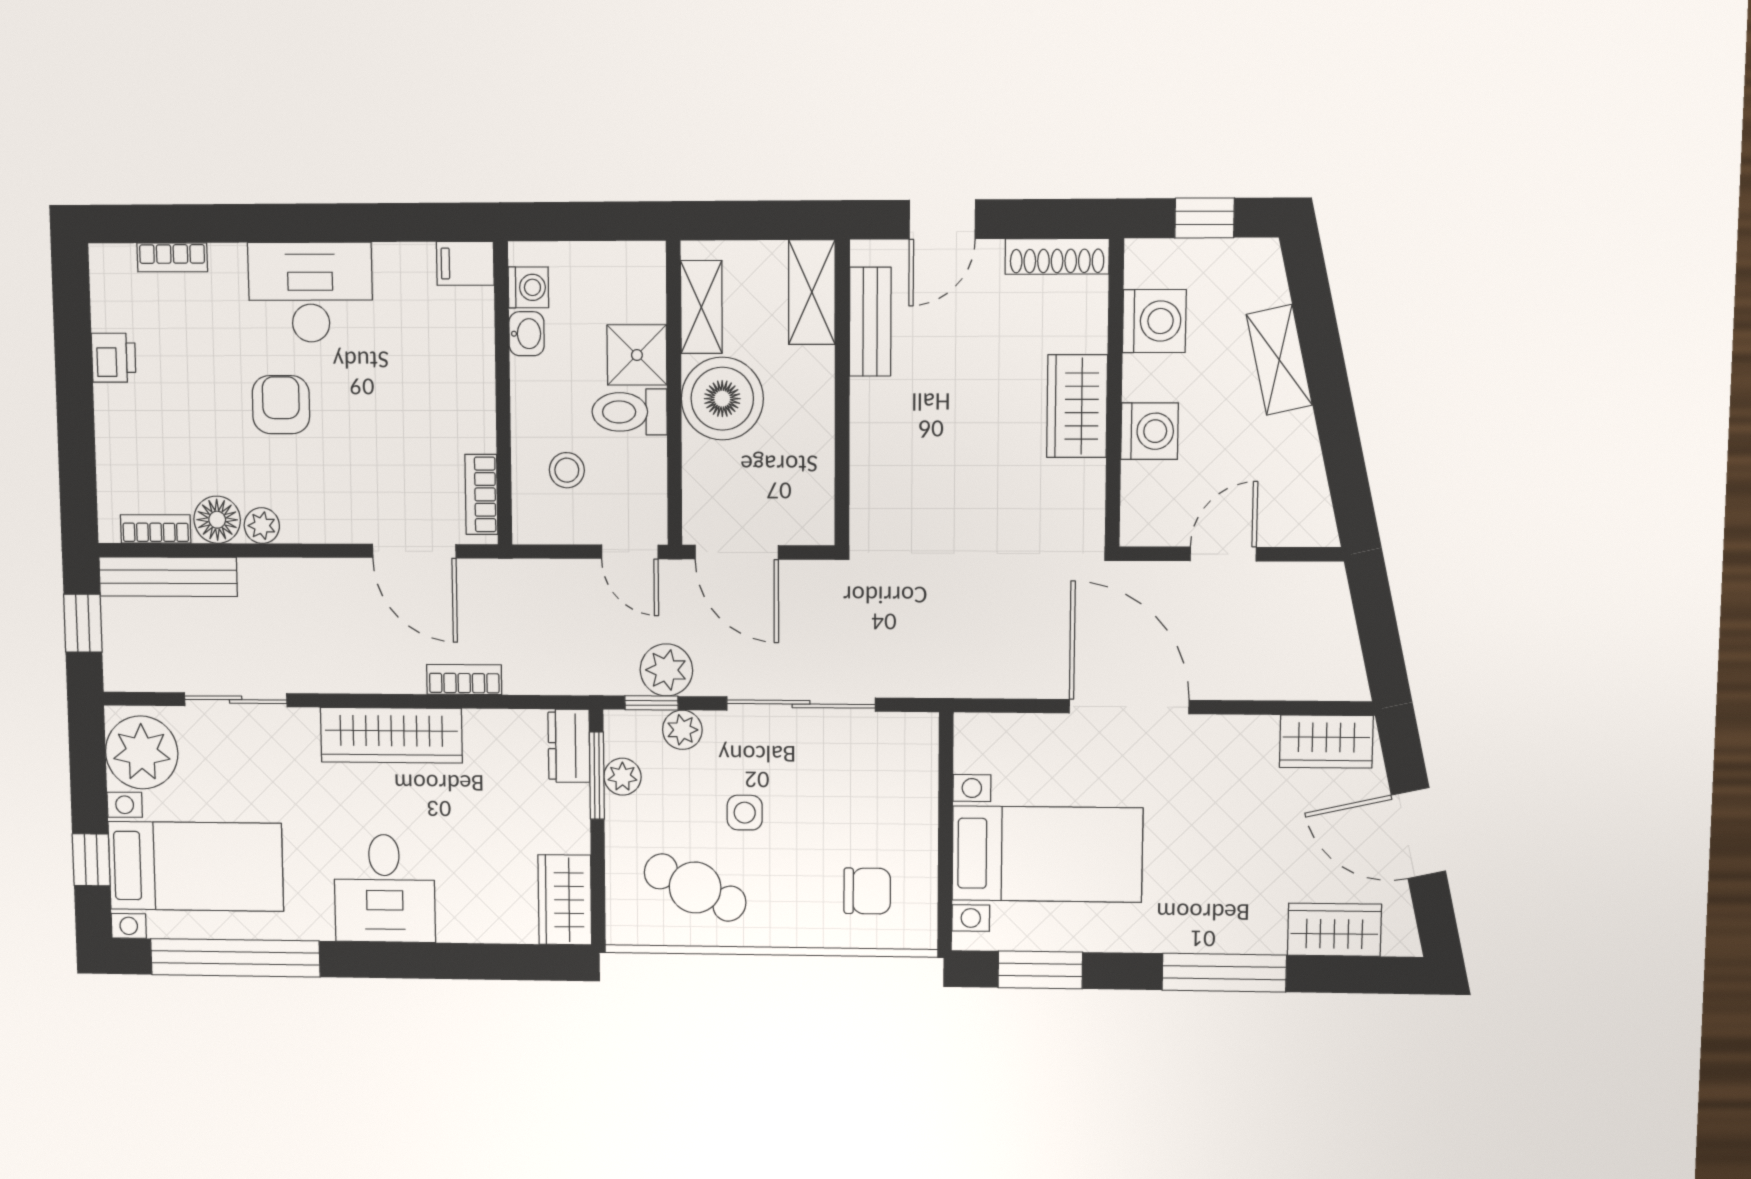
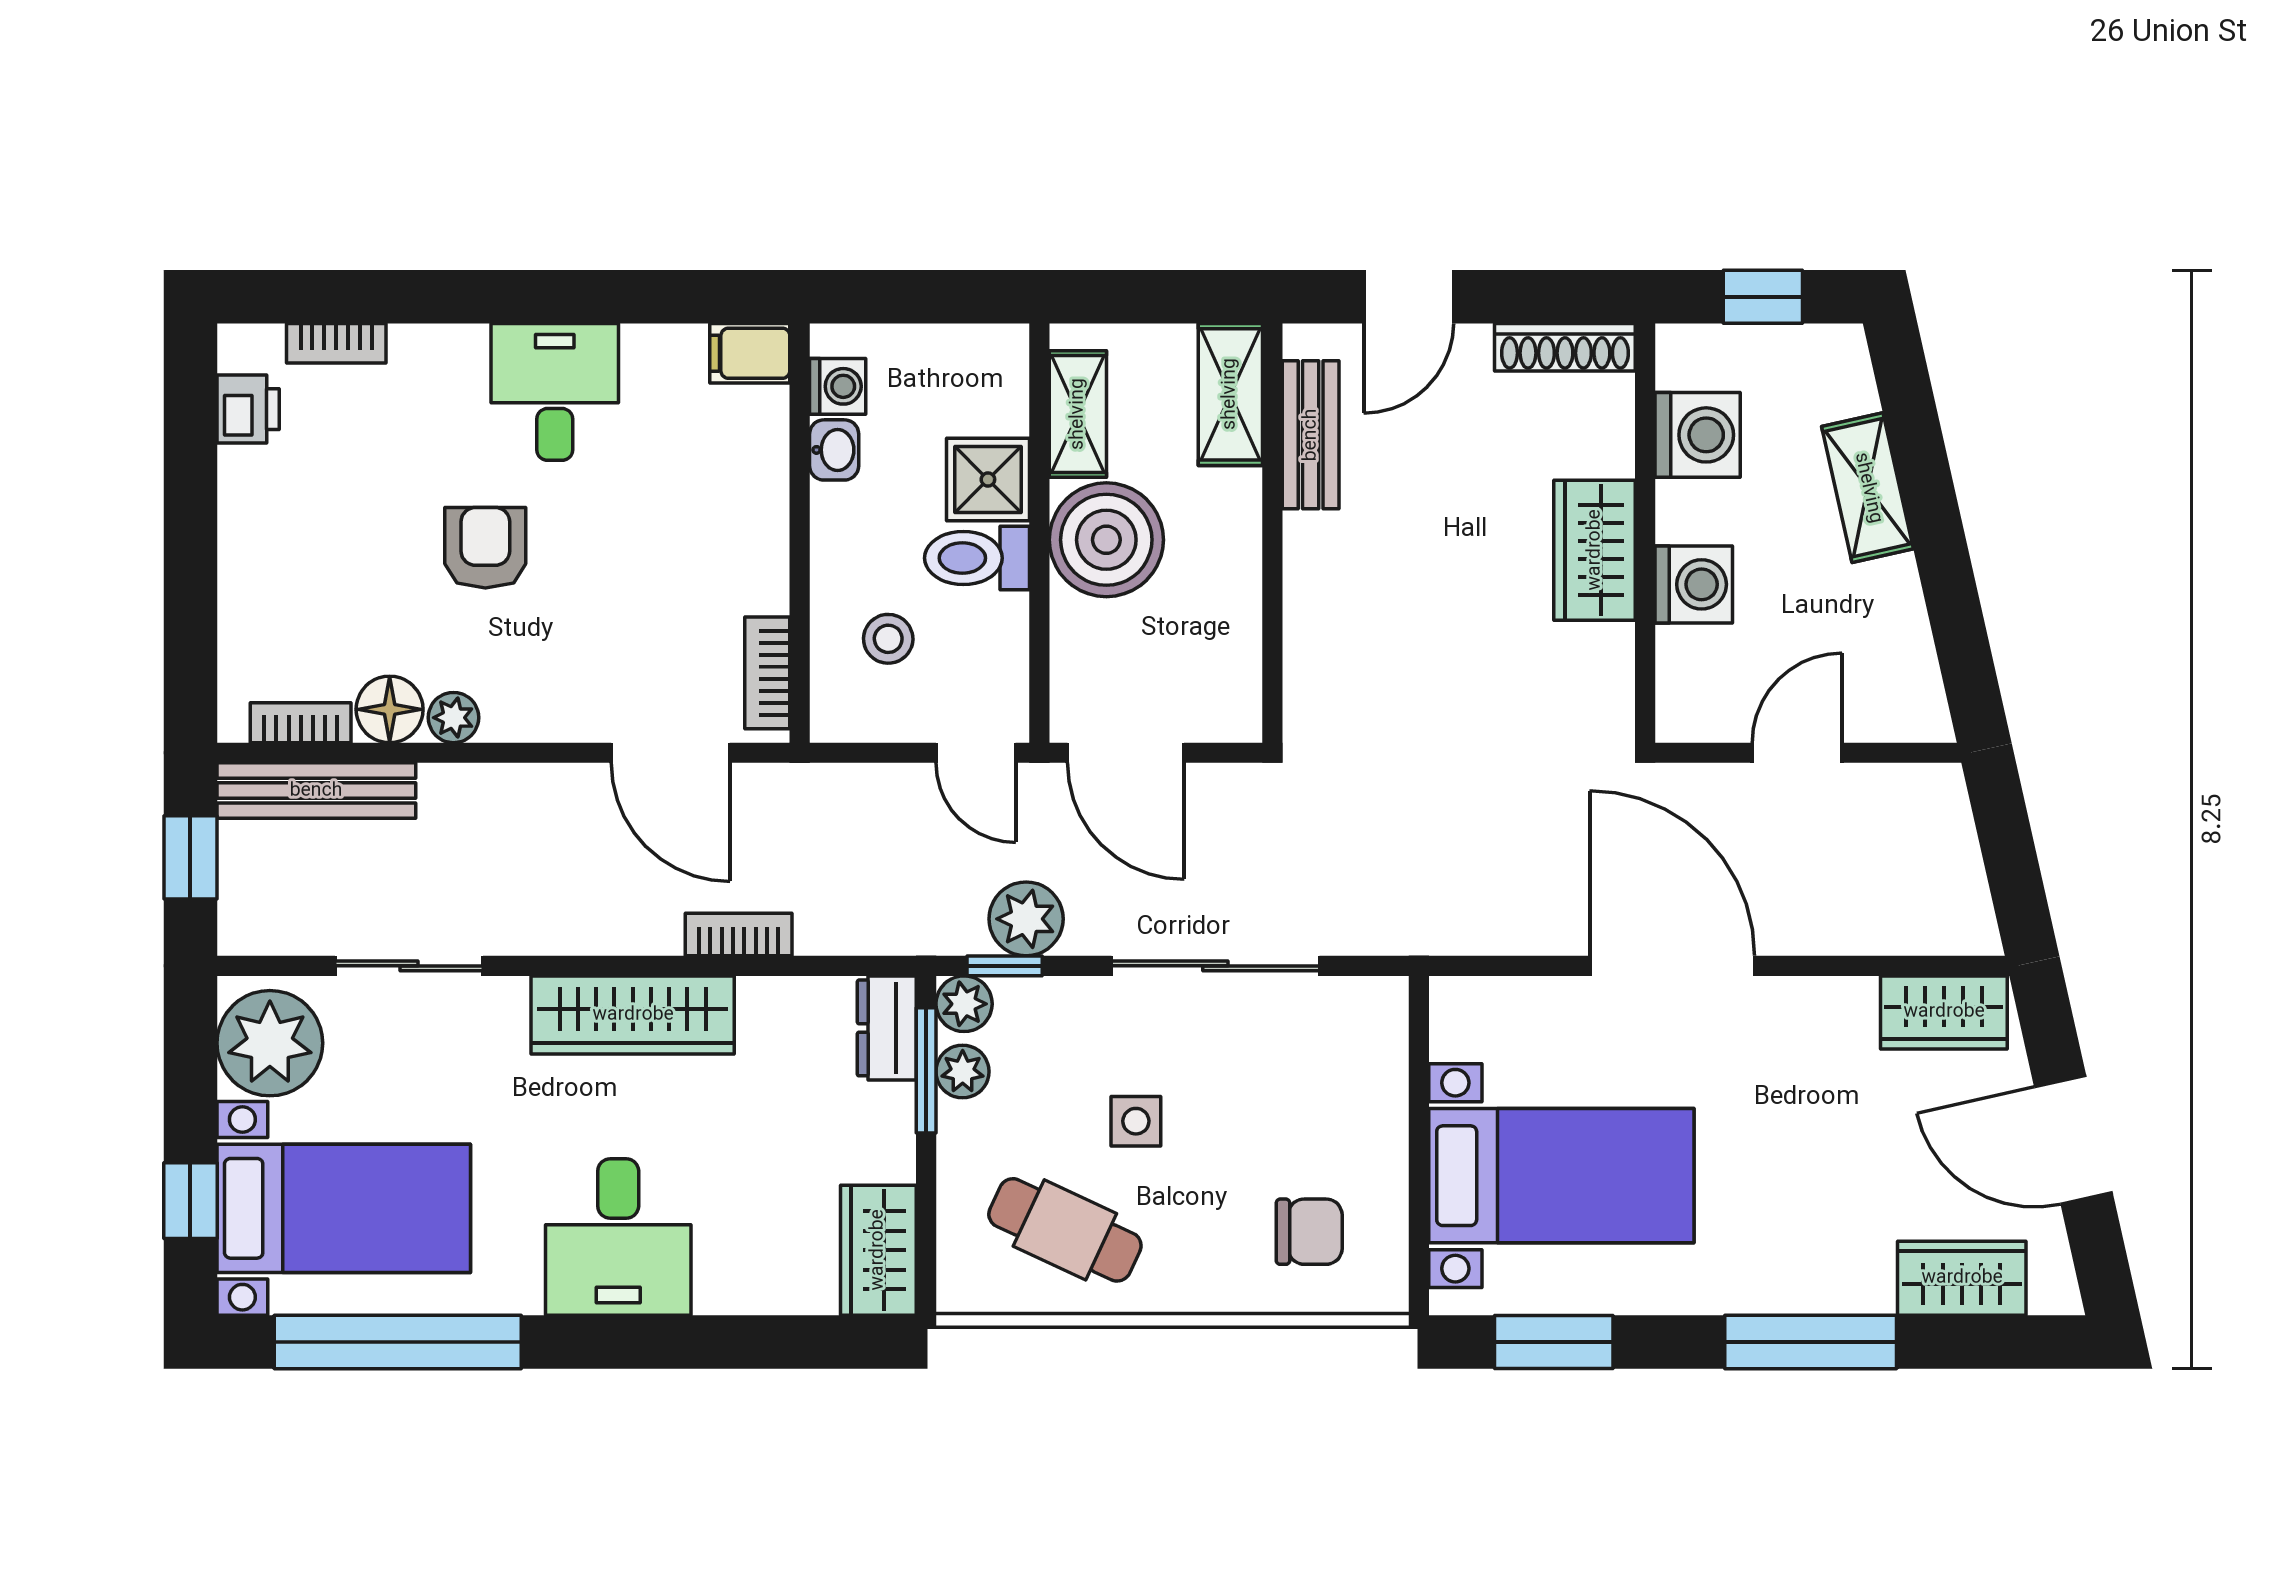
desk: (310, 292) -> (555, 392), width x0.73
printer: (114, 358) -> (248, 409), moved
plant: (682, 730) -> (964, 1004), moved

